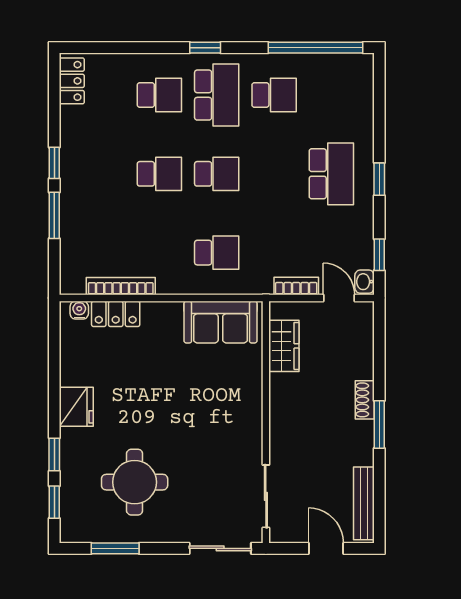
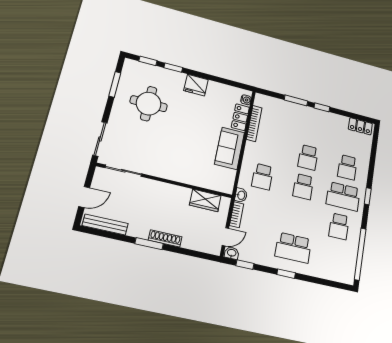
washbasin: (260, 285) -> (241, 195), added
sofa: (220, 322) -> (230, 148), moved
shoe rack: (365, 400) -> (165, 238), width x1.43

